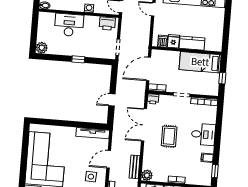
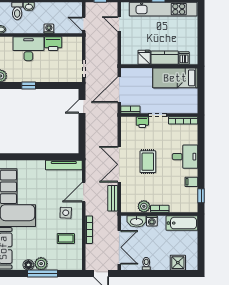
printer: (107, 23) -> (53, 44), moved
dishwasher: (163, 41) -> (184, 58), moved
window: (78, 59) -> (29, 86), moved
window: (222, 78) -> (201, 93), removed
printer: (153, 99) -> (142, 122), moved
door: (112, 100) -> (82, 106), moved
double door: (144, 125) -> (119, 164), moved
plant: (147, 175) -> (144, 206), moved

